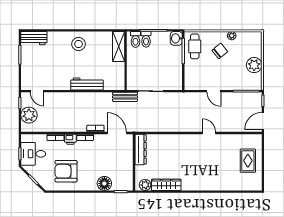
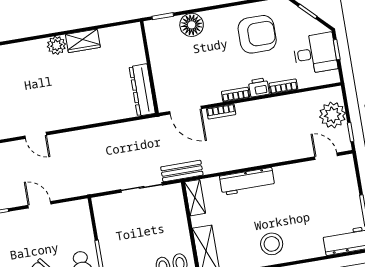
shelving: (120, 80) -> (195, 198), added
plant: (145, 185) -> (56, 45), moved
wardrobe: (166, 185) -> (83, 41), width x0.67

